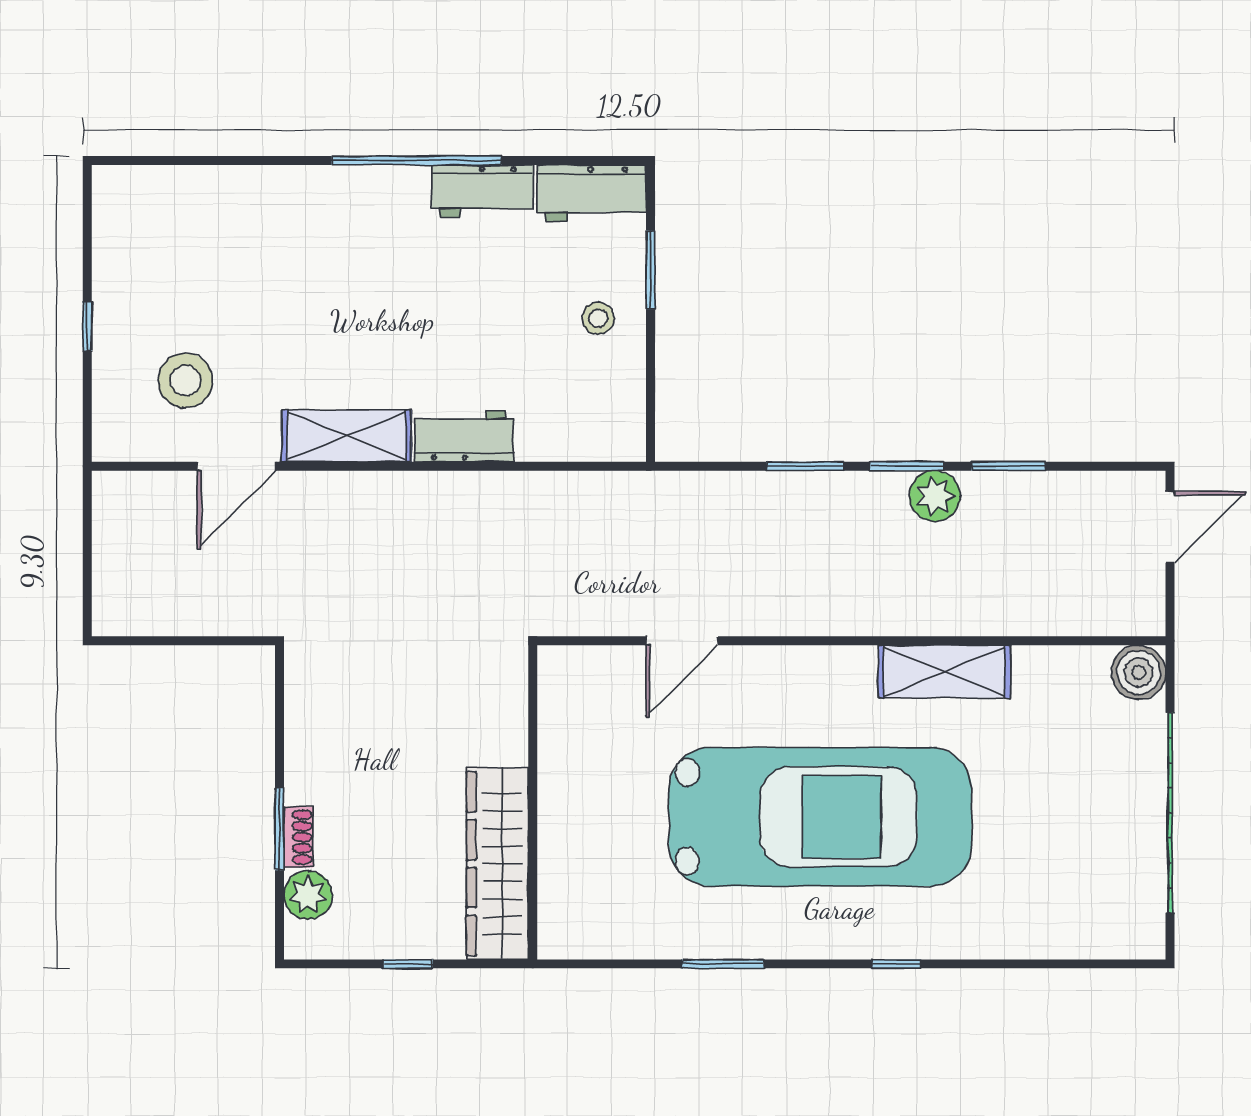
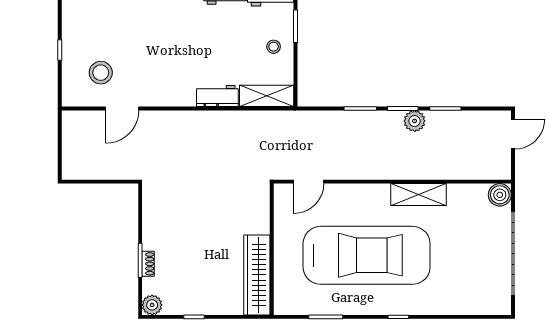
shelving: (346, 436) -> (267, 96), moved
wall: (533, 802) -> (272, 249), moved
wardrobe: (497, 864) -> (257, 275), moved
plant: (308, 895) -> (152, 305), moved

